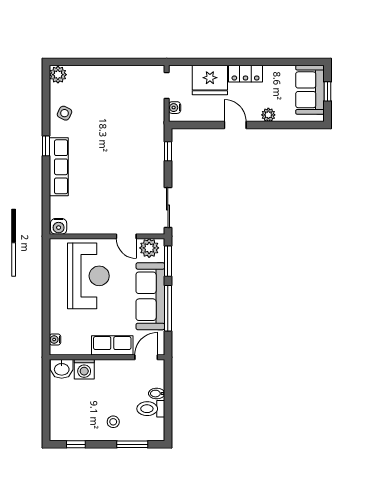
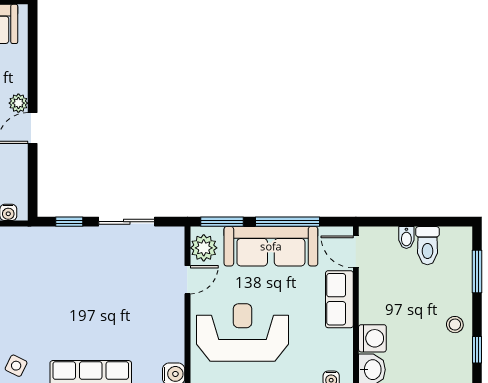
plant: (268, 115) -> (18, 103), moved
sliding door: (168, 208) -> (127, 222), moved
stool: (113, 422) -> (455, 325), moved

